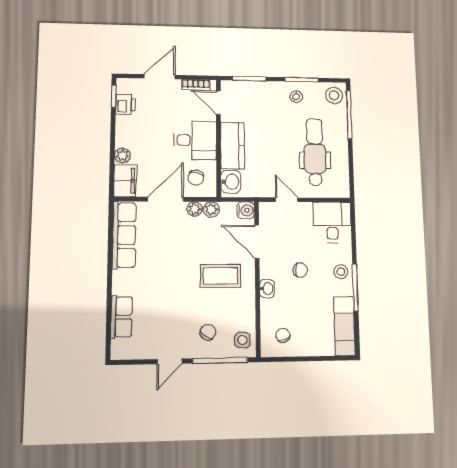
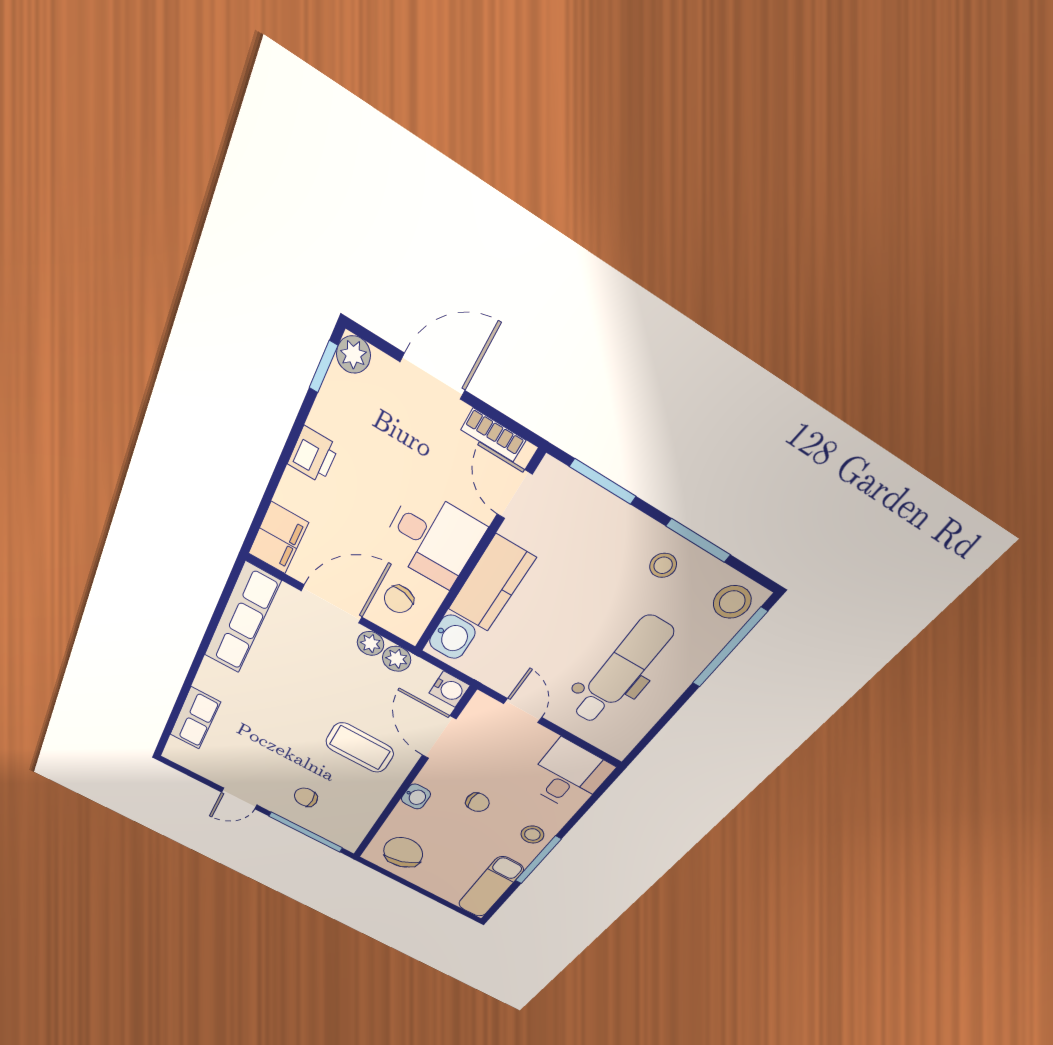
printer: (125, 104) -> (313, 455), moved
plant: (122, 156) -> (353, 355), moved
chair: (208, 332) -> (306, 797), turned -127
chair: (283, 335) -> (403, 852), width x1.87, depth x1.87
side table: (242, 340) -> (347, 829), removed

